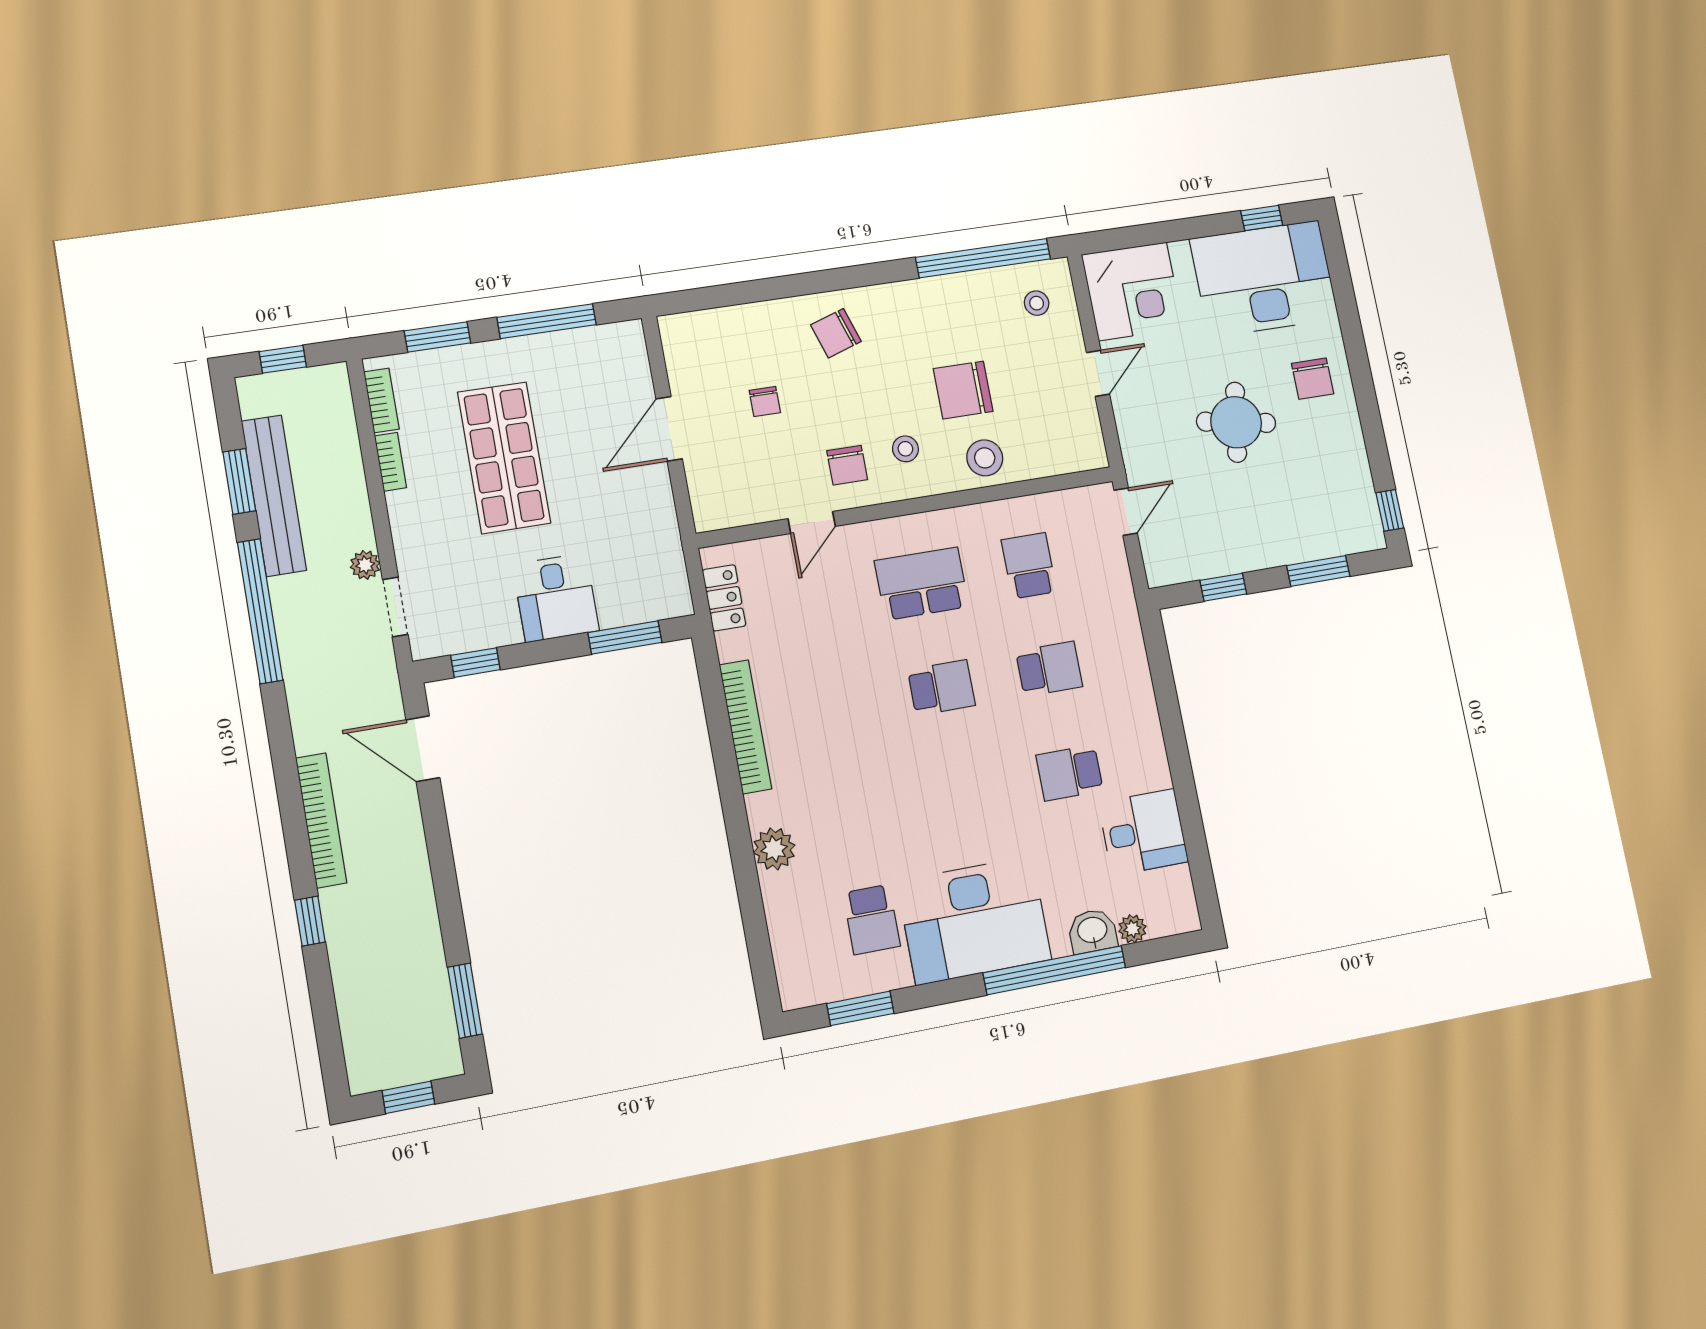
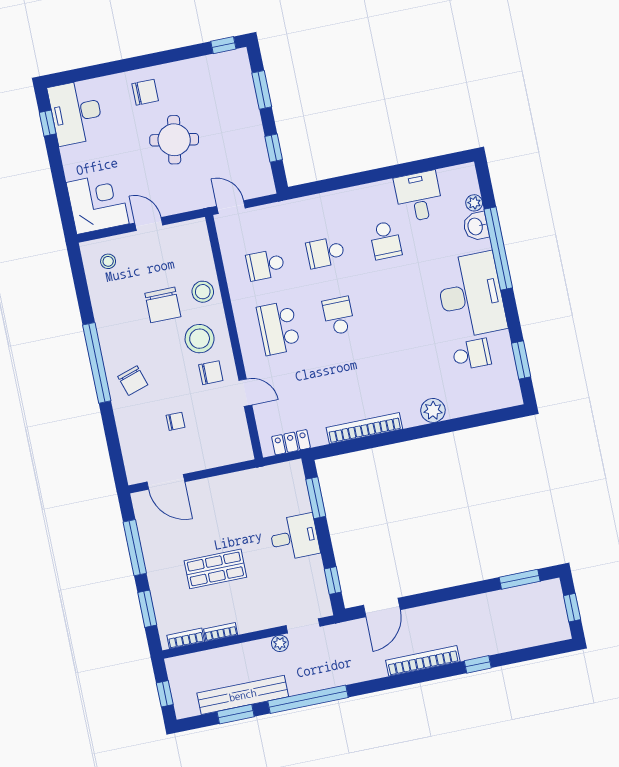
window: (983, 258) -> (97, 363), moved
desk: (1264, 279) -> (76, 113), width x0.73, depth x0.77
door: (669, 429) -> (166, 482), moved
stool: (905, 449) -> (200, 339), width x1.89, depth x1.89
shop shelf: (504, 458) -> (215, 569), width x0.70, depth x0.74
school desk: (1049, 669) -> (326, 253), turned -90

